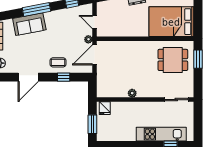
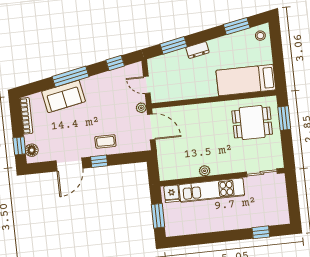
bed: (171, 22) -> (246, 80), width x0.67
door: (95, 55) -> (151, 127), swing flipped
window: (64, 77) -> (99, 161), moved
kitchen unit: (161, 134) -> (212, 190), moved, turned 180

